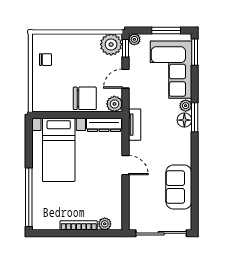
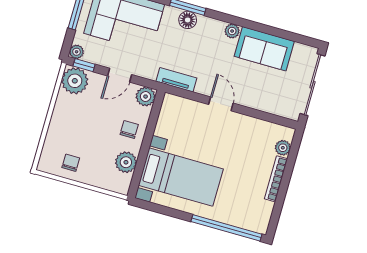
door: (126, 79) -> (120, 75), hinge flipped
chair: (85, 98) -> (129, 129), width x0.54, depth x0.54
plant: (58, 103) -> (126, 162), added
plant: (186, 106) -> (232, 31), moved
dresser: (104, 125) -> (167, 116), removed
door: (126, 165) -> (221, 104), hinge flipped

